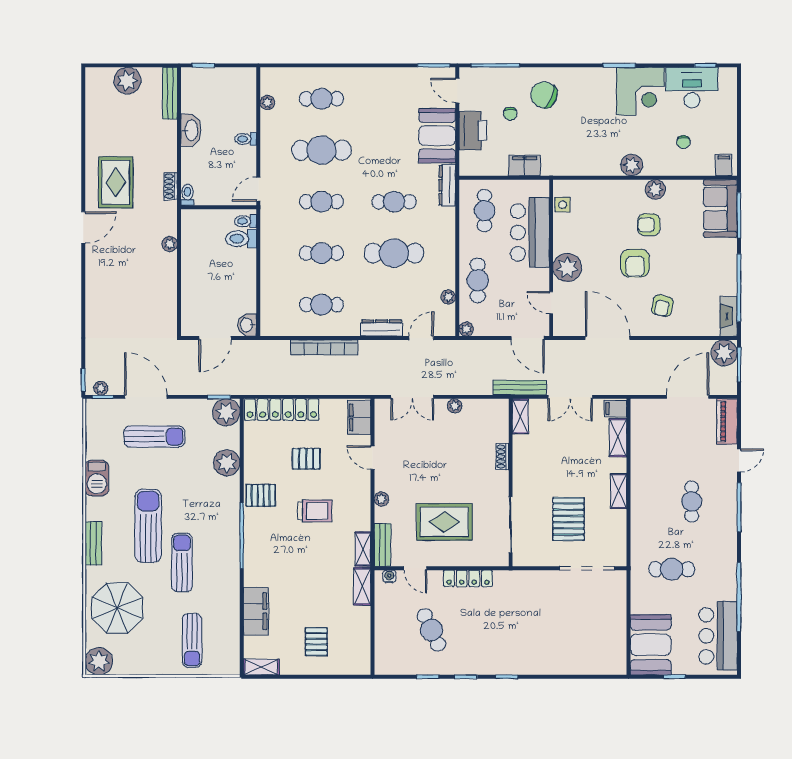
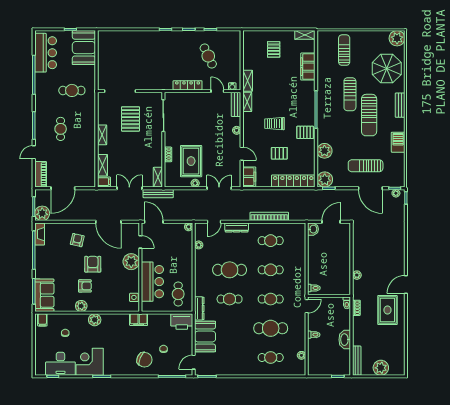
door: (457, 91) -> (194, 362), swing flipped
printer: (473, 131) -> (182, 322), moved, turned -90
filing cabinet: (525, 165) -> (139, 320), moved
toilet: (241, 239) -> (316, 278), removed
cafe table: (478, 280) -> (182, 254), removed
rug: (444, 522) -> (191, 161), moved, turned 90

